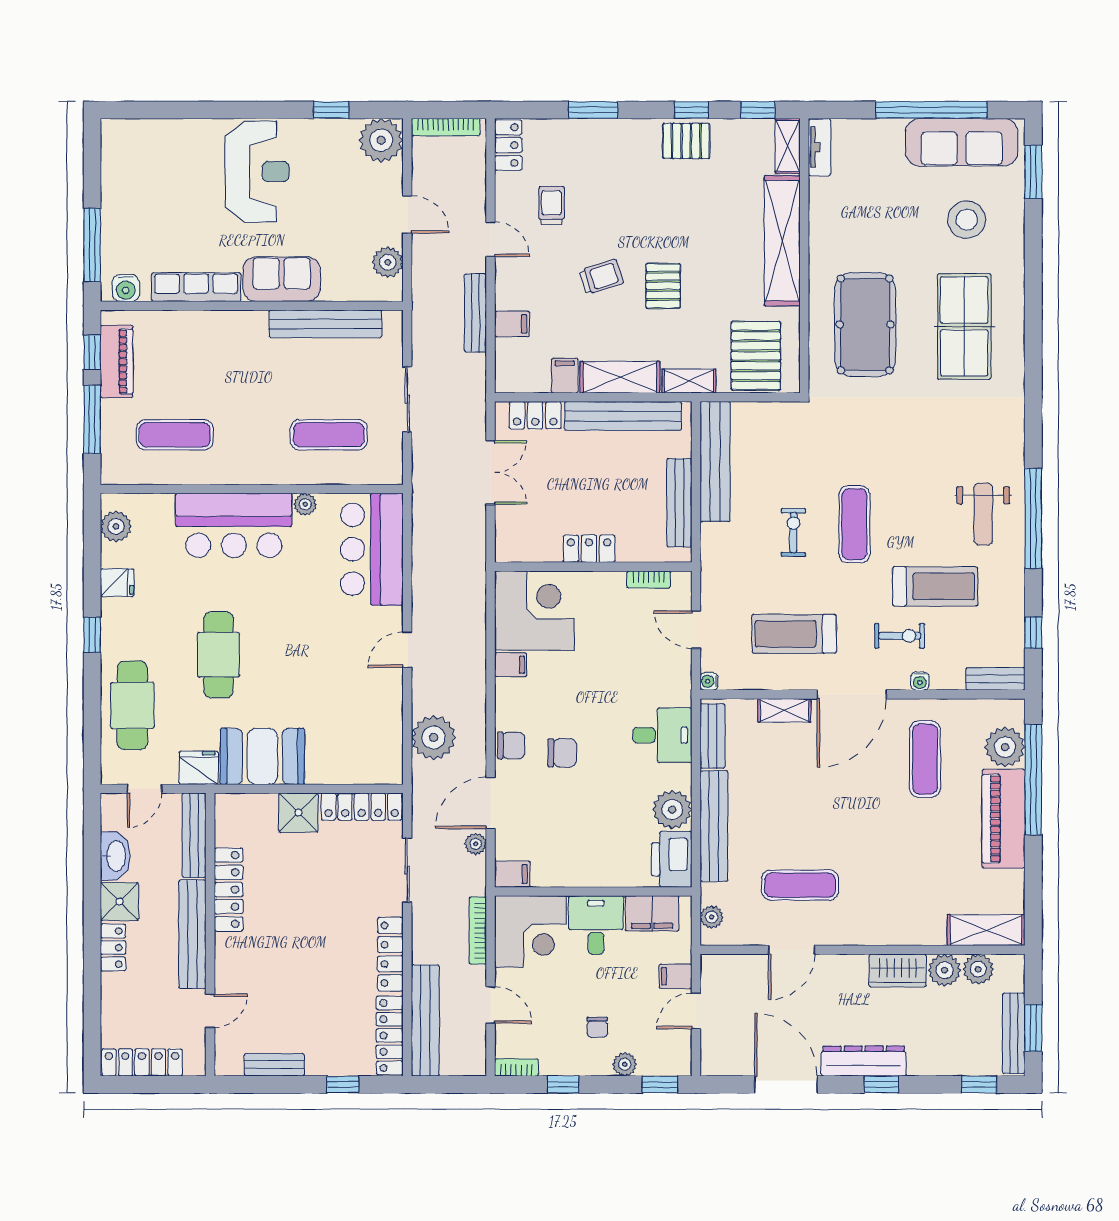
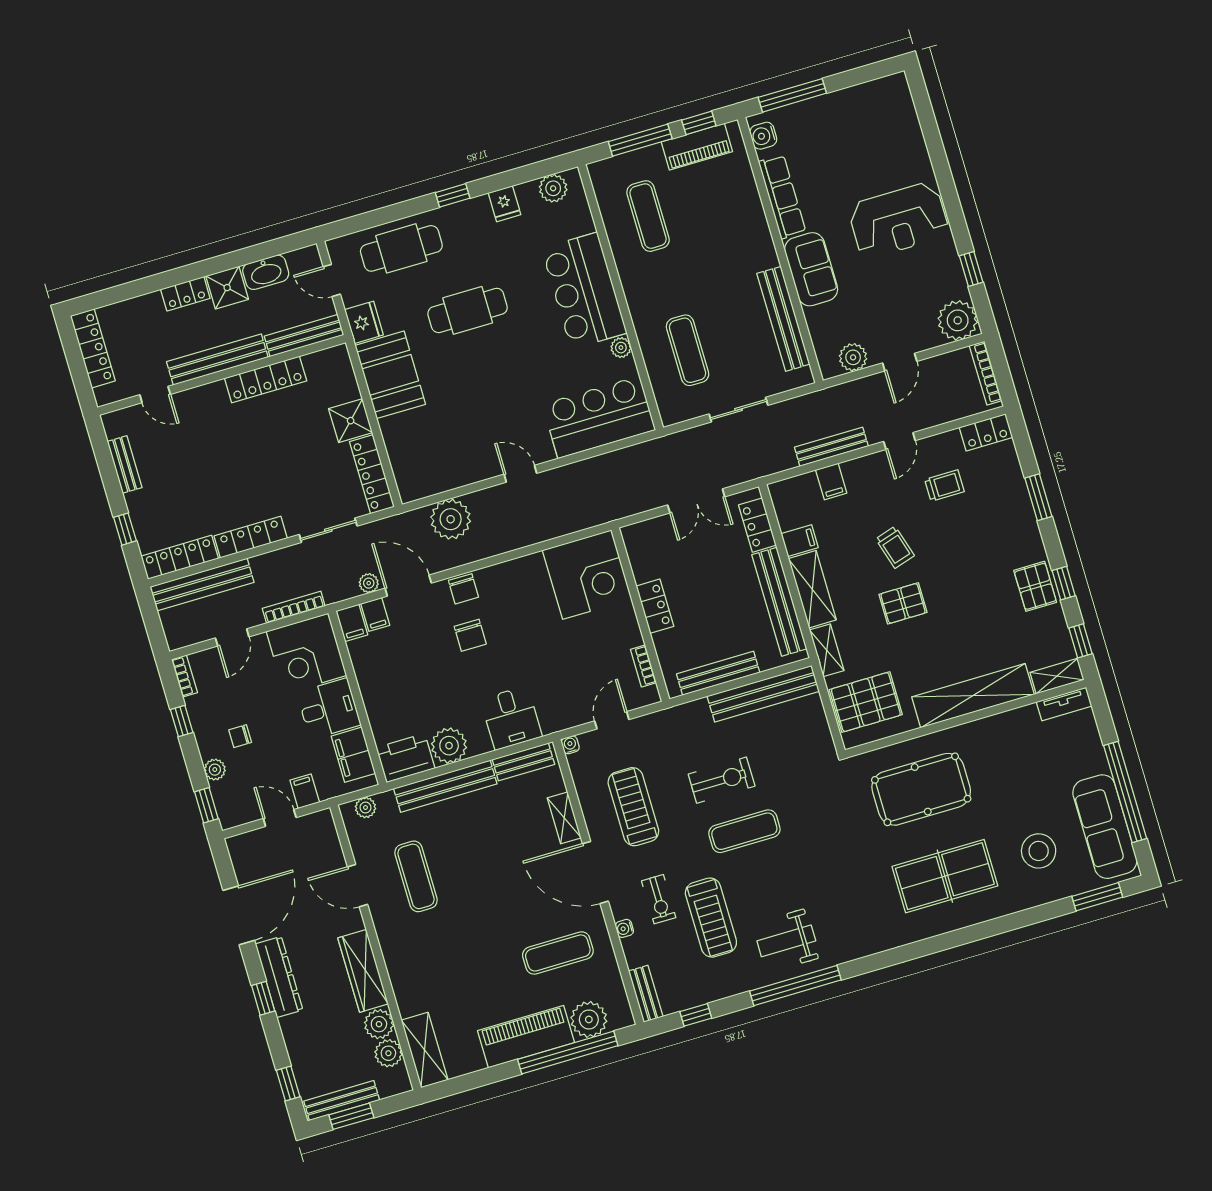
exercise bike: (793, 532) -> (722, 780), width x1.38, depth x1.39
filing cabinet: (511, 665) -> (375, 614), moved
wardrobe: (898, 970) -> (363, 971), width x1.50

